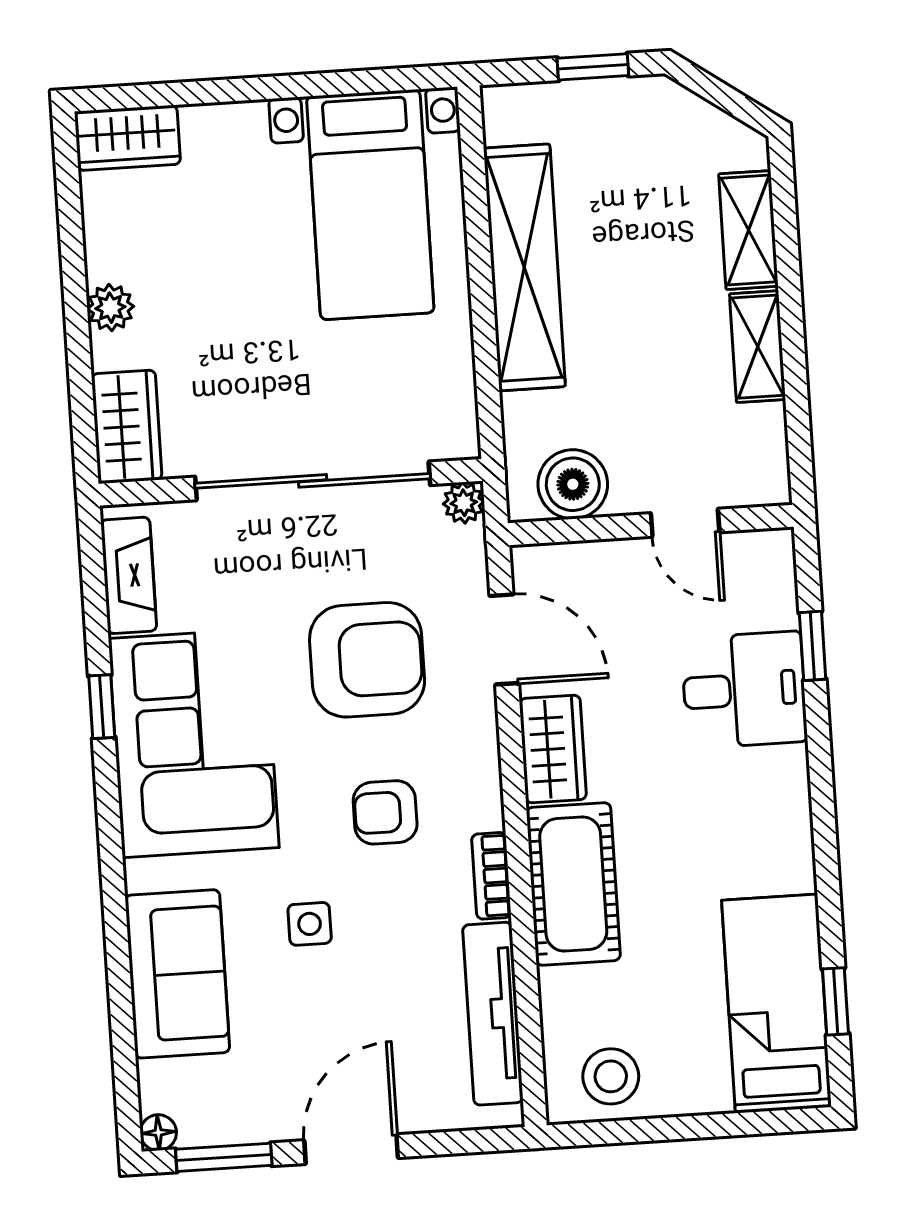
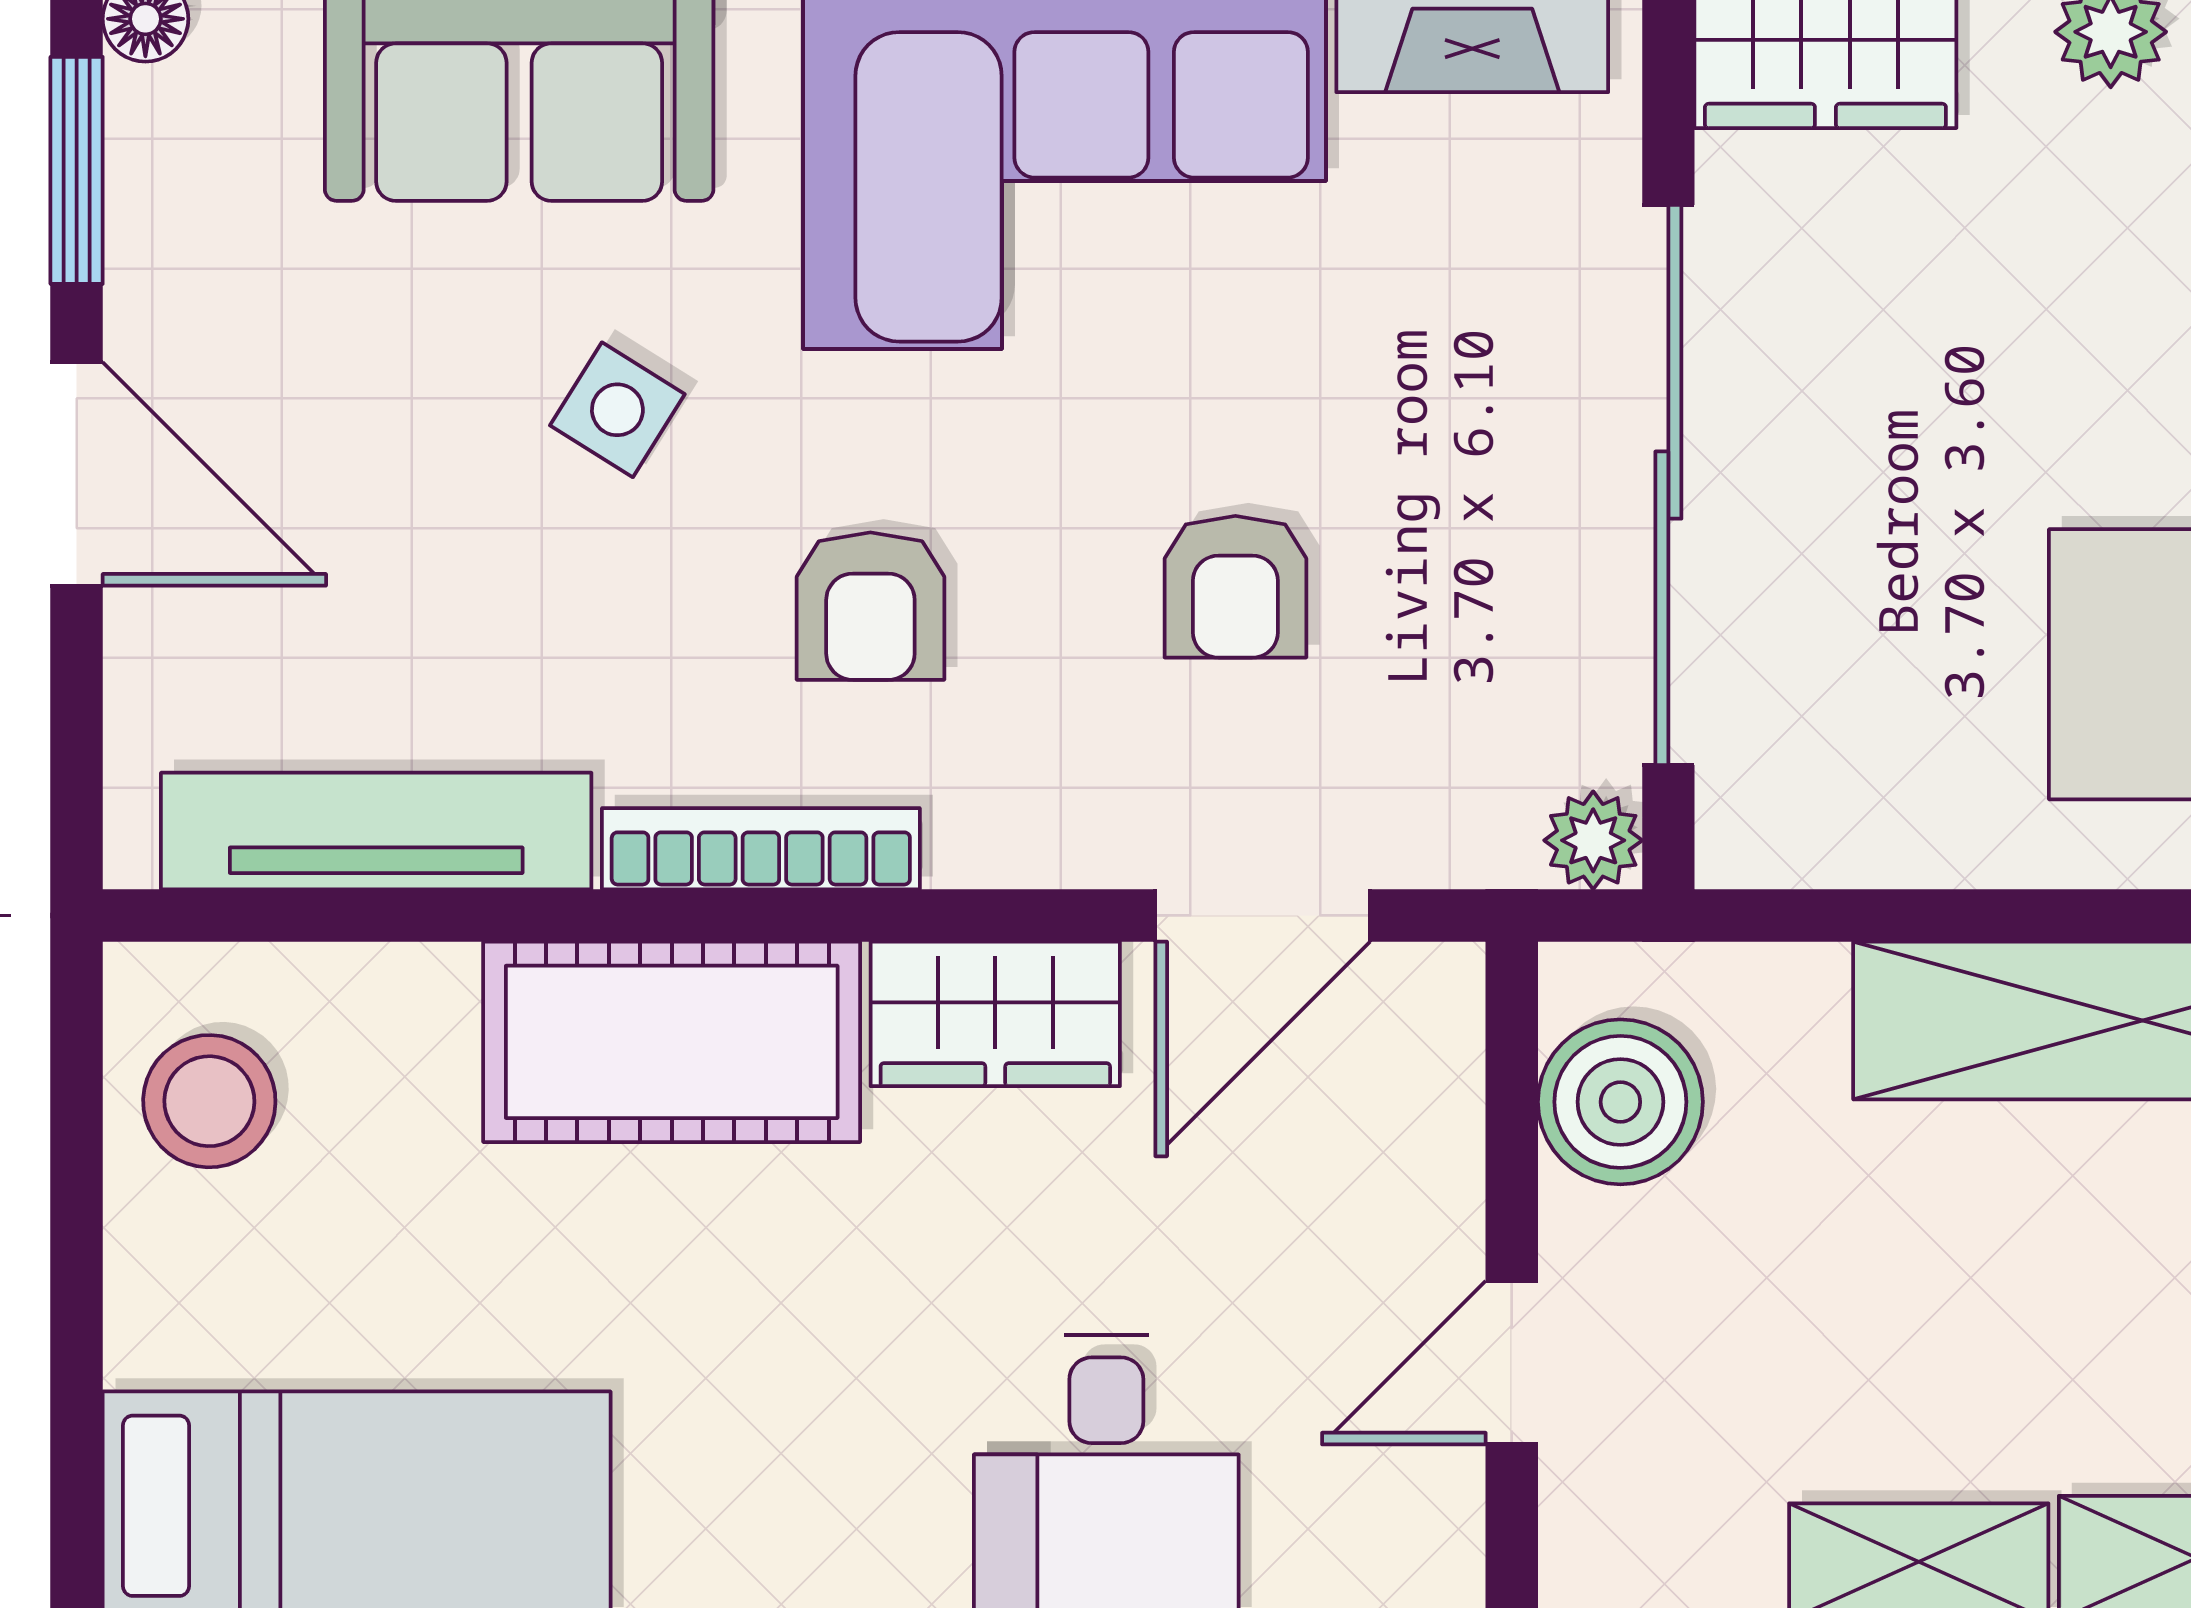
armchair: (367, 660) -> (1235, 587), width x0.53, depth x0.53
armchair: (385, 812) -> (870, 606), turned 180
bookcase: (491, 876) -> (761, 849), width x1.56
side table: (310, 924) -> (617, 410), turned 32

